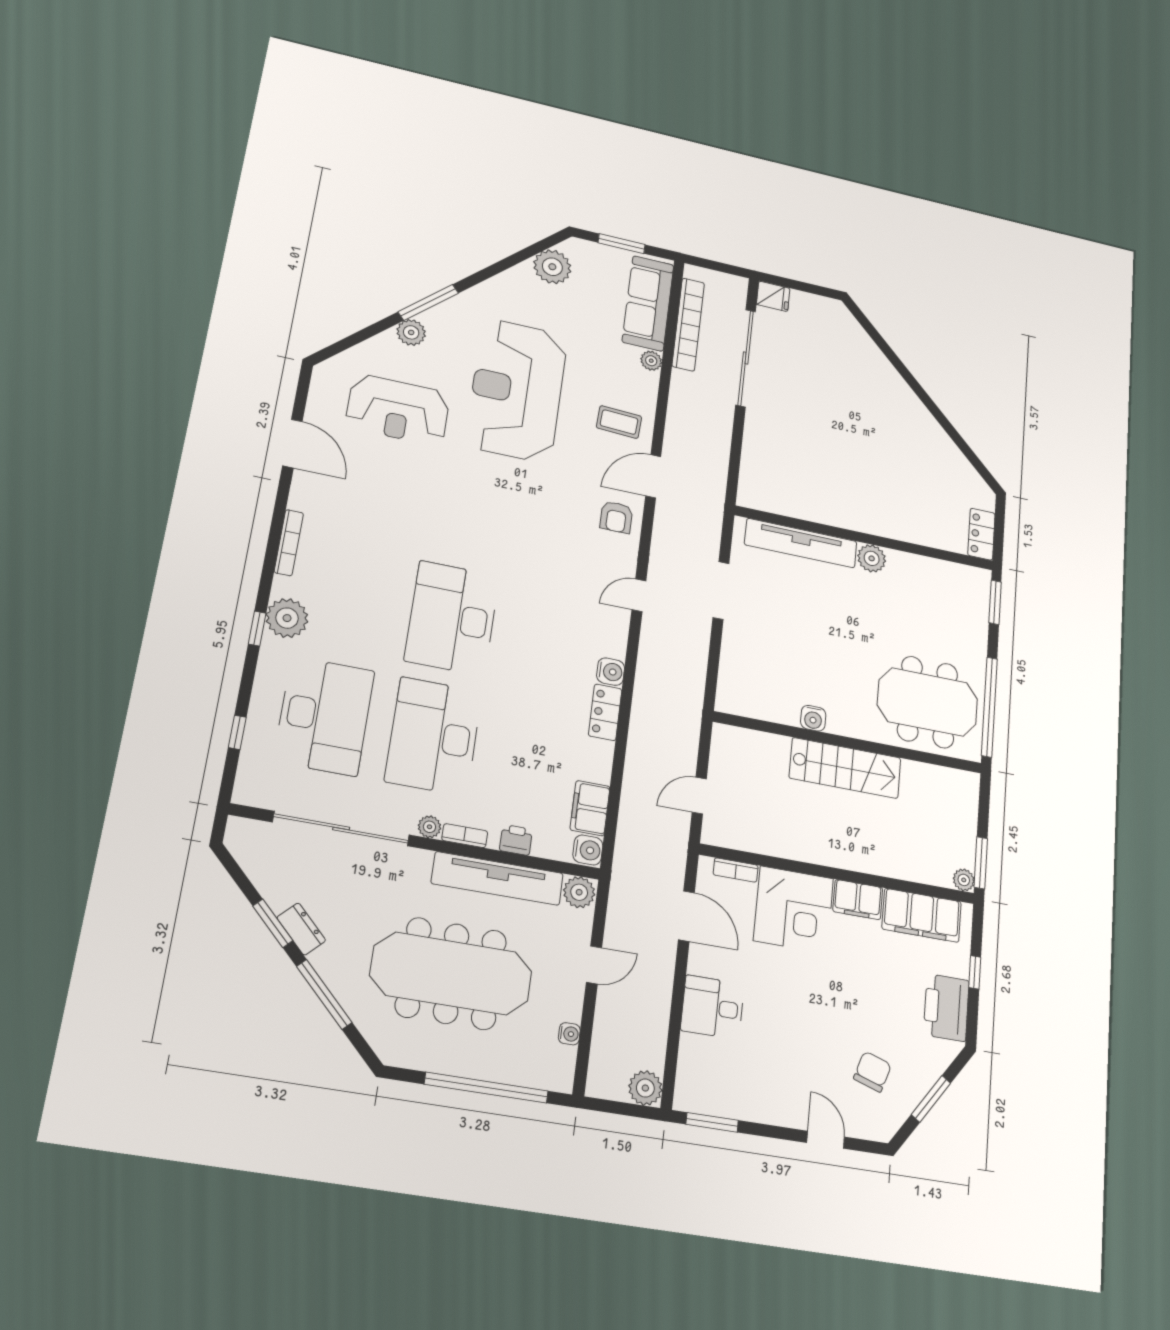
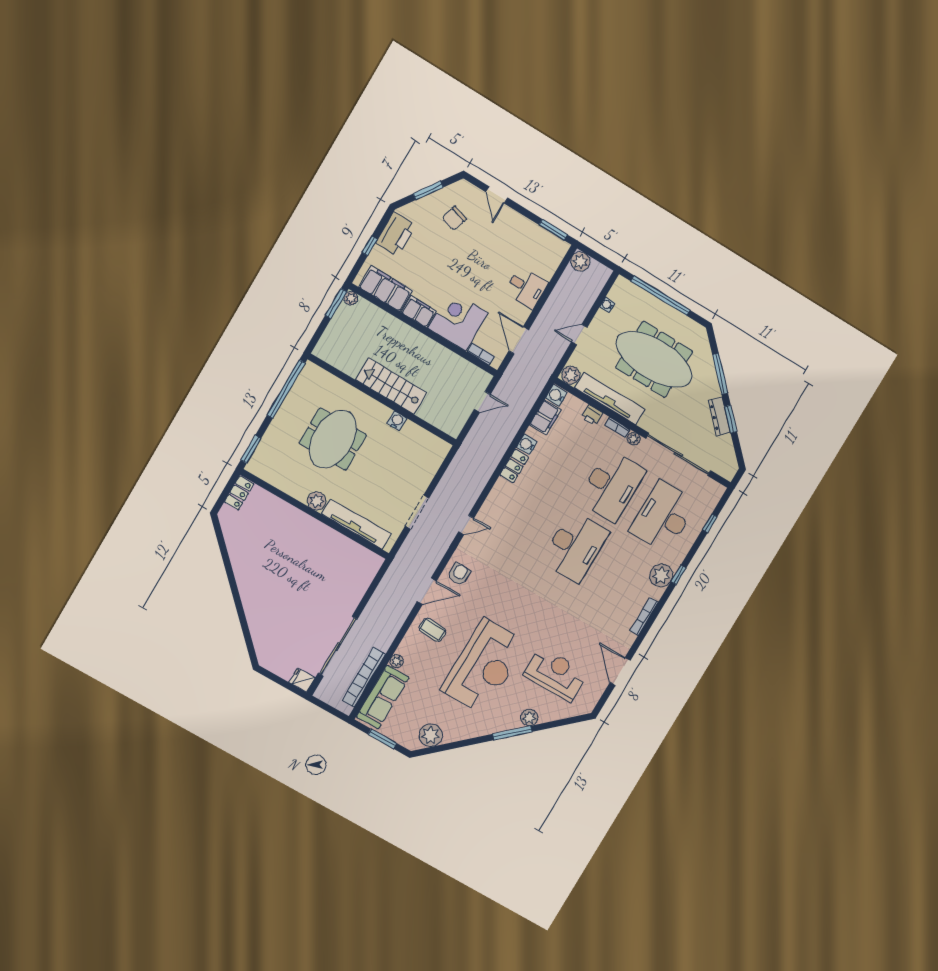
water cooler: (611, 672) -> (527, 444), moved
meeting table: (928, 702) -> (333, 439), moved, turned 90
dresser: (301, 929) -> (719, 416), width x1.44

